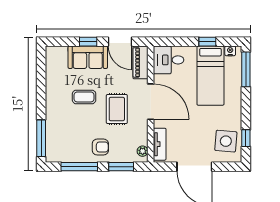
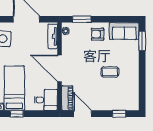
window: (88, 42) -> (119, 114), moved
sofa: (88, 57) -> (124, 31), moved, turned 180
rug: (117, 109) -> (85, 63), removed
window: (41, 138) -> (142, 41), width x0.69
window: (79, 167) -> (113, 19), removed

